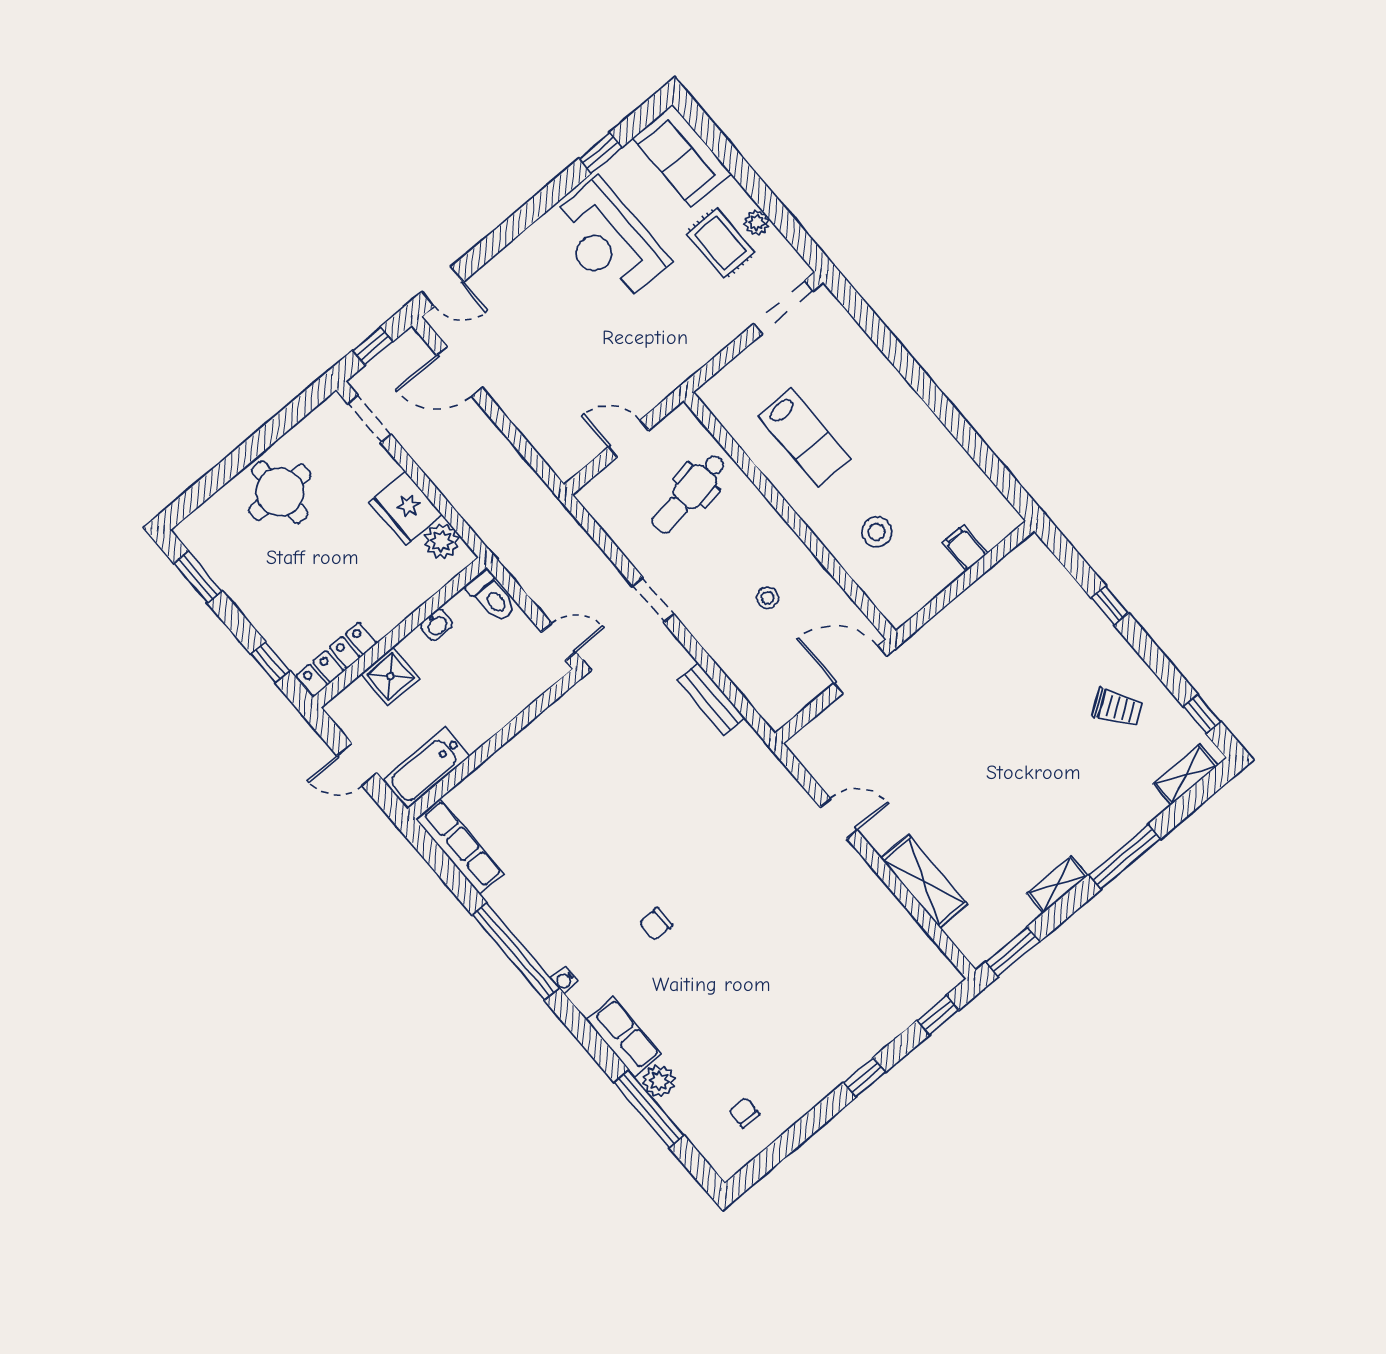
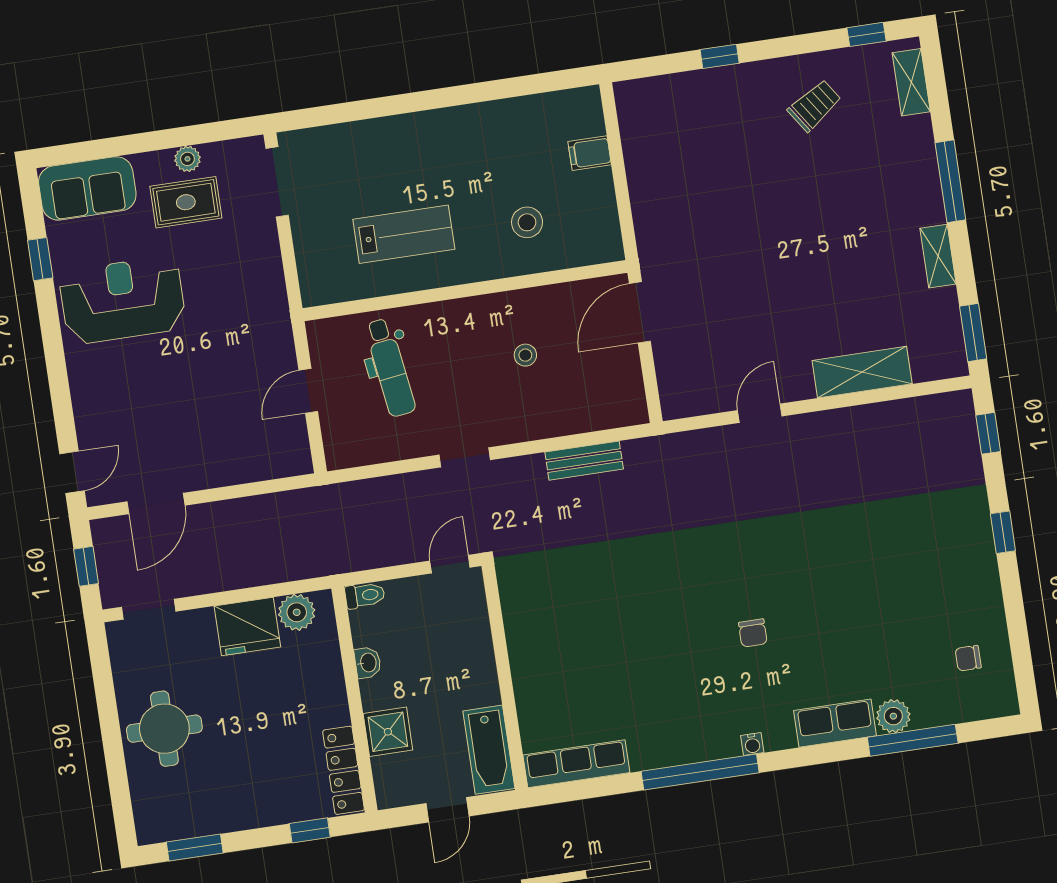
reception desk: (608, 241) -> (122, 300), turned 180
toilet: (491, 596) -> (365, 595), width x0.73, depth x0.72

